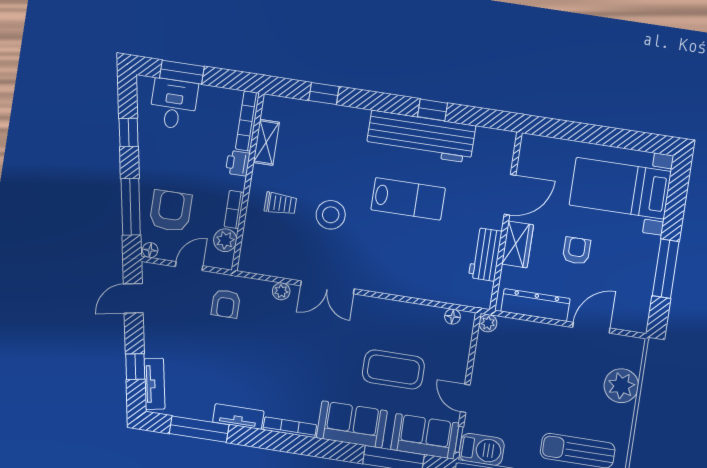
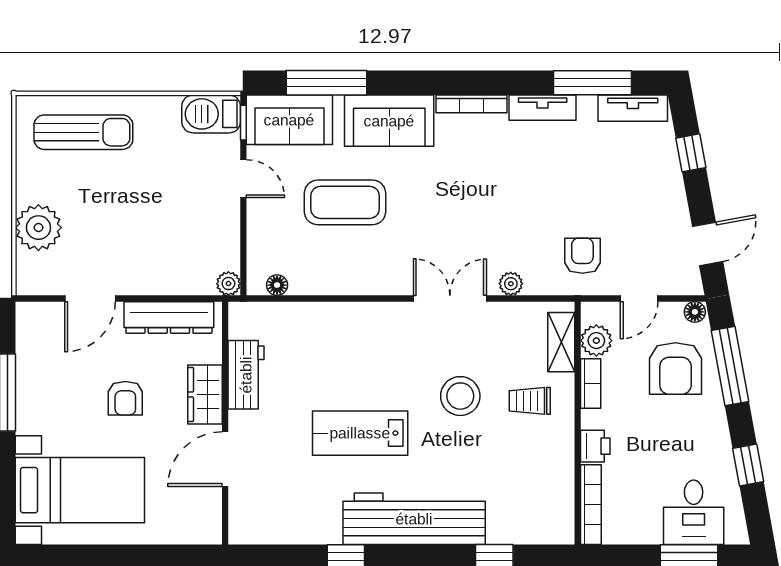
workbench: (421, 137) -> (414, 519), moved
shelving: (266, 142) -> (561, 342), moved
tv unit: (154, 384) -> (633, 108), moved, turned -80

